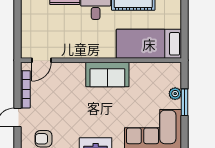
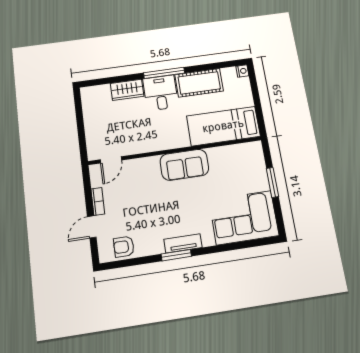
bookcase: (25, 89) -> (98, 201), width x0.64
plant: (175, 94) -> (261, 175), removed

